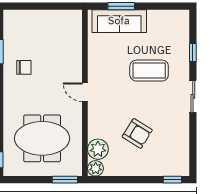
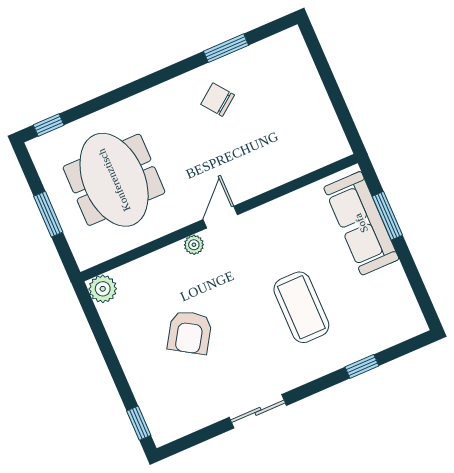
chair: (24, 67) -> (218, 100), turned 143
sliding door: (193, 96) -> (258, 411), moved
plant: (98, 149) -> (194, 245), moved, width x0.53, depth x0.53
window: (65, 180) -> (48, 214), moved

